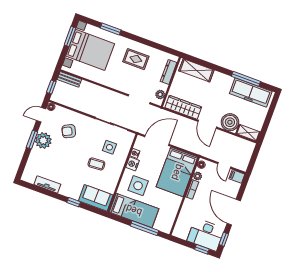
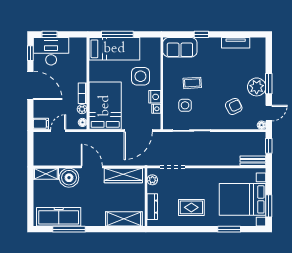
door: (224, 165) -> (58, 131), hinge flipped
bed: (134, 210) -> (114, 49), moved, turned 180

